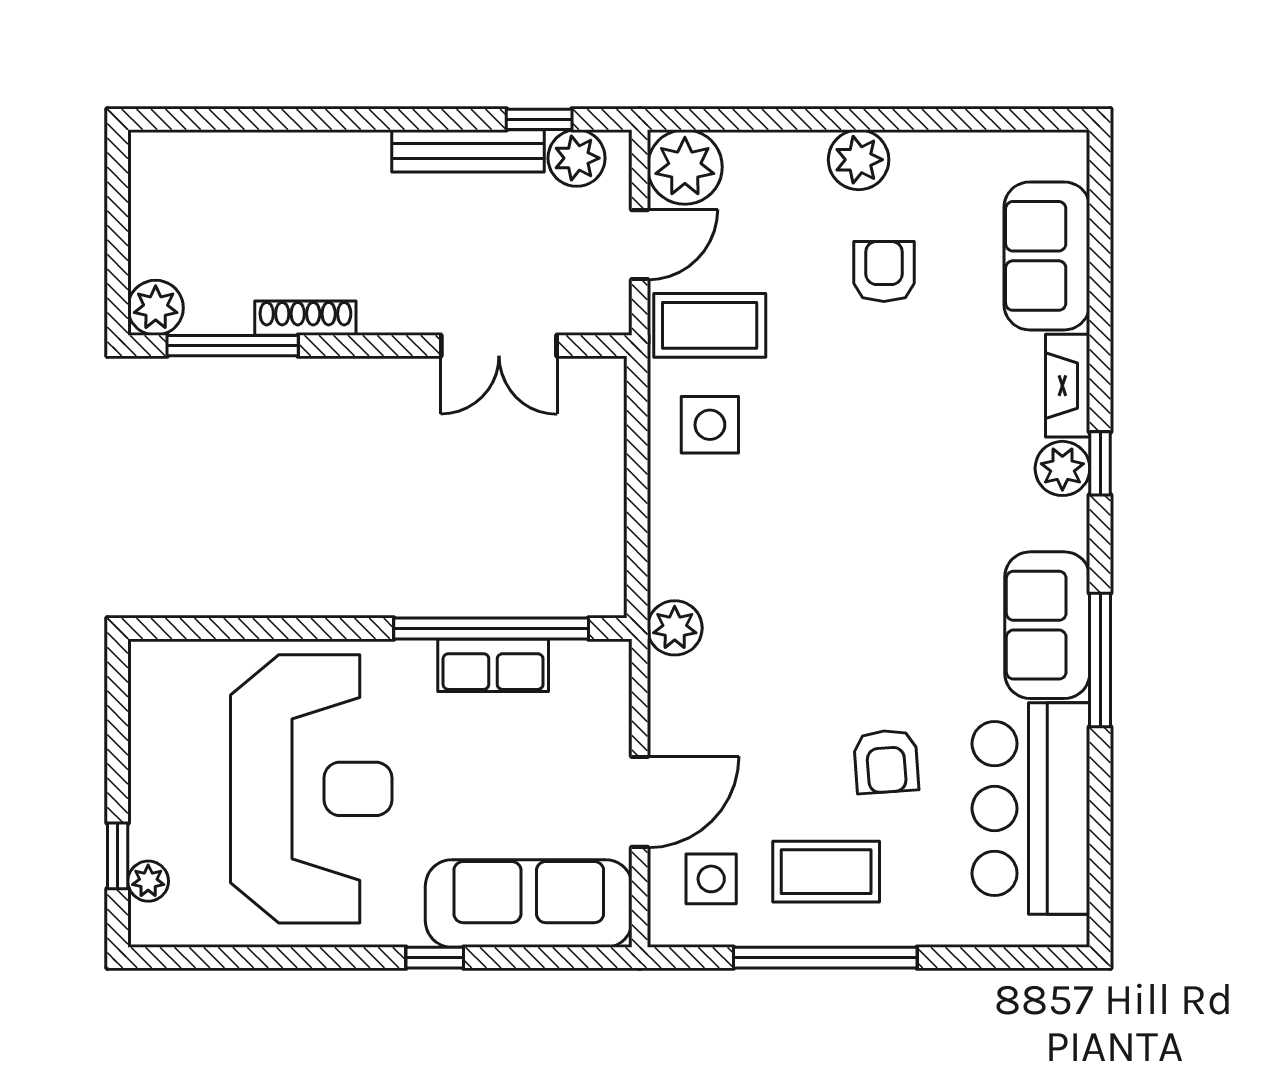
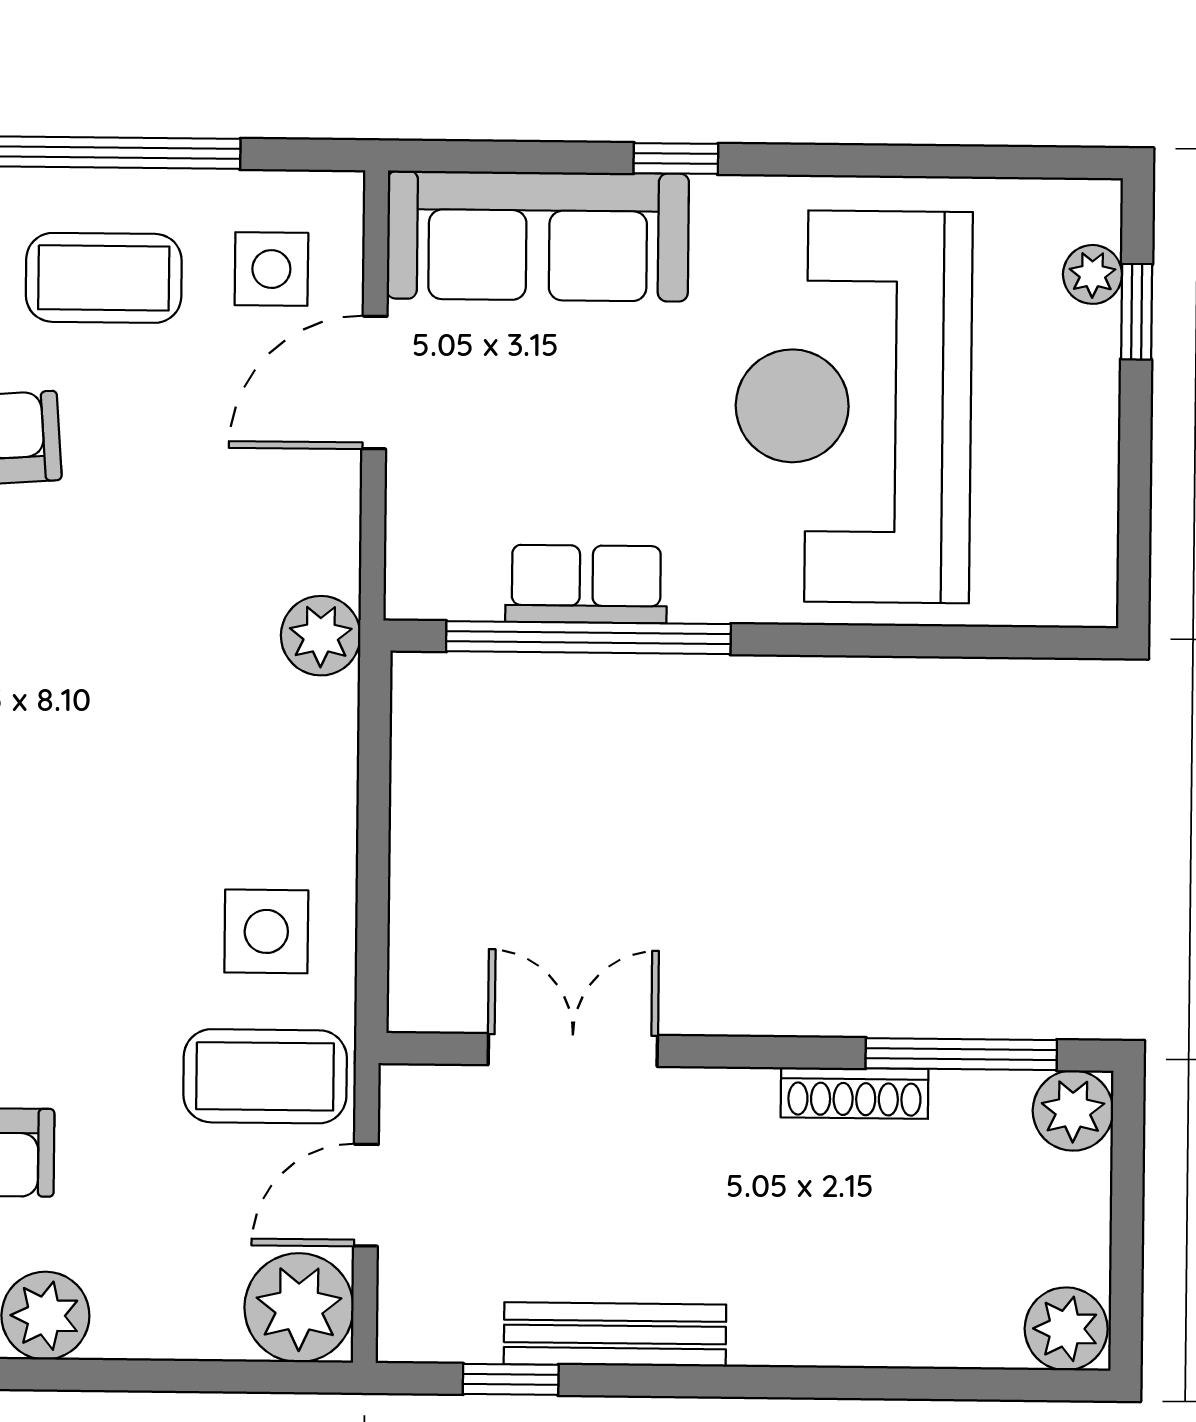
plant: (577, 158) -> (1066, 1329), moved

